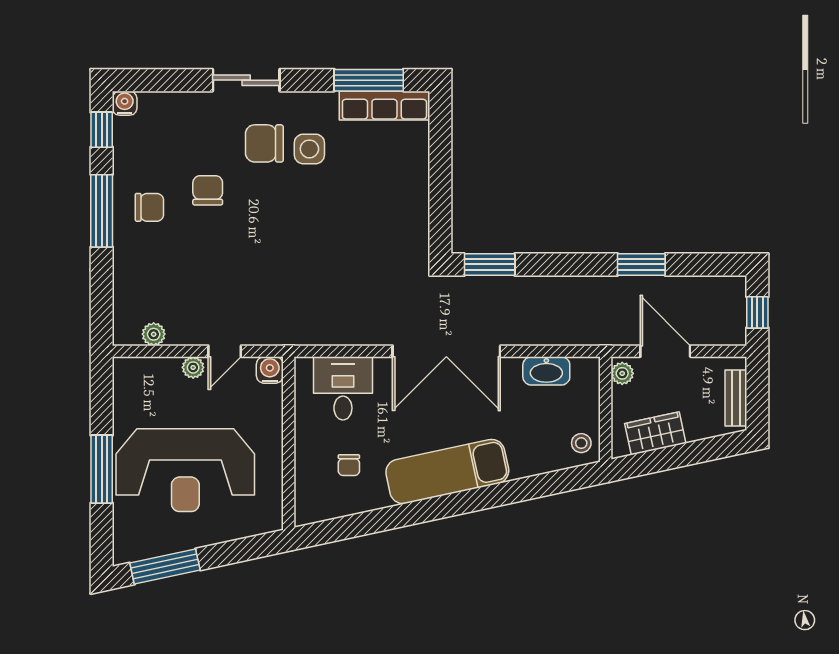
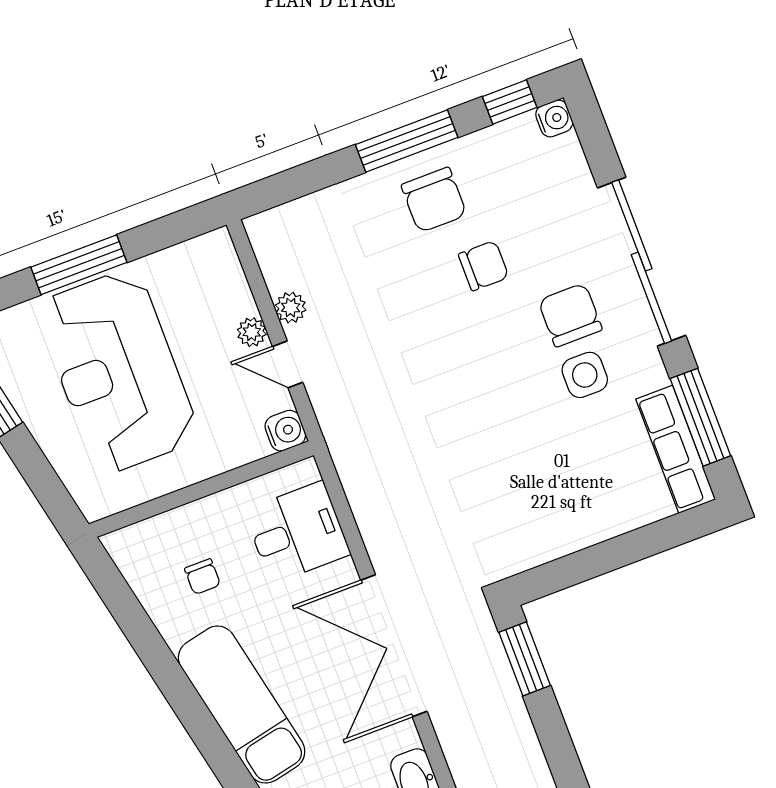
sliding door: (246, 80) -> (642, 262), width x1.86
chair: (149, 207) -> (434, 200), width x1.37, depth x1.37
plant: (154, 334) -> (291, 308), moved
chair: (349, 465) -> (203, 577), turned -90

